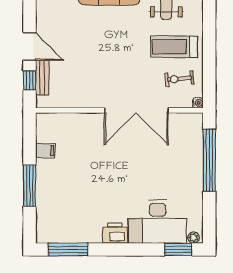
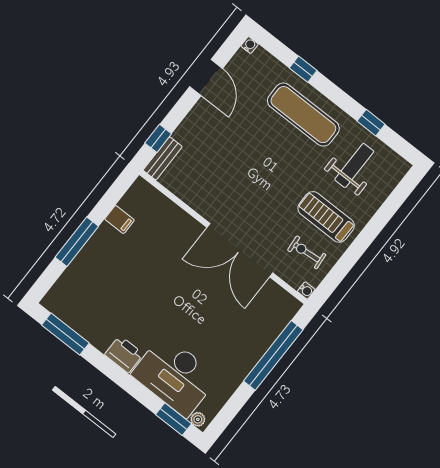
door: (30, 46) -> (206, 77), moved
bench: (42, 78) -> (163, 158), moved

